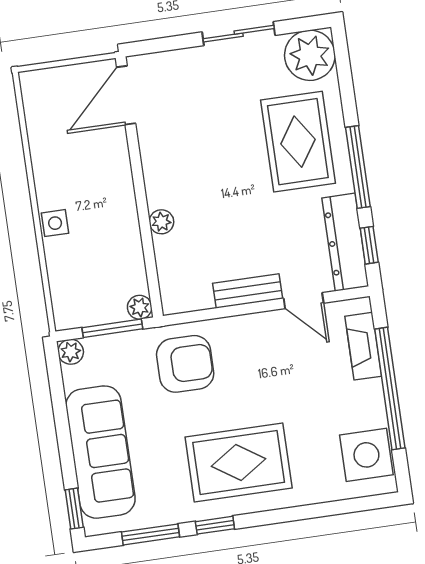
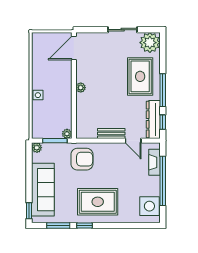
plant: (161, 222) -> (81, 88), moved

